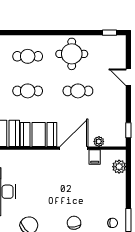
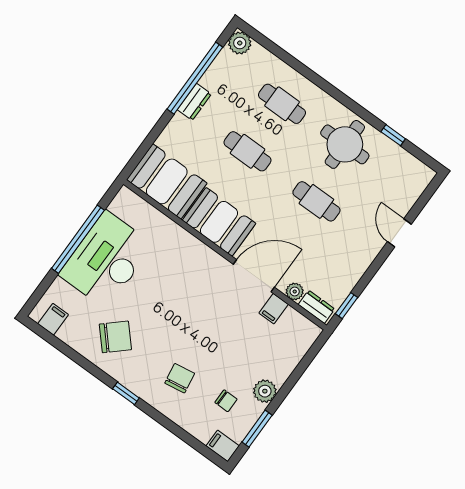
window: (109, 33) -> (393, 135), moved
dresser: (115, 141) -> (316, 307), added
plant: (119, 167) -> (265, 391), moved
chair: (113, 223) -> (226, 401), moved

